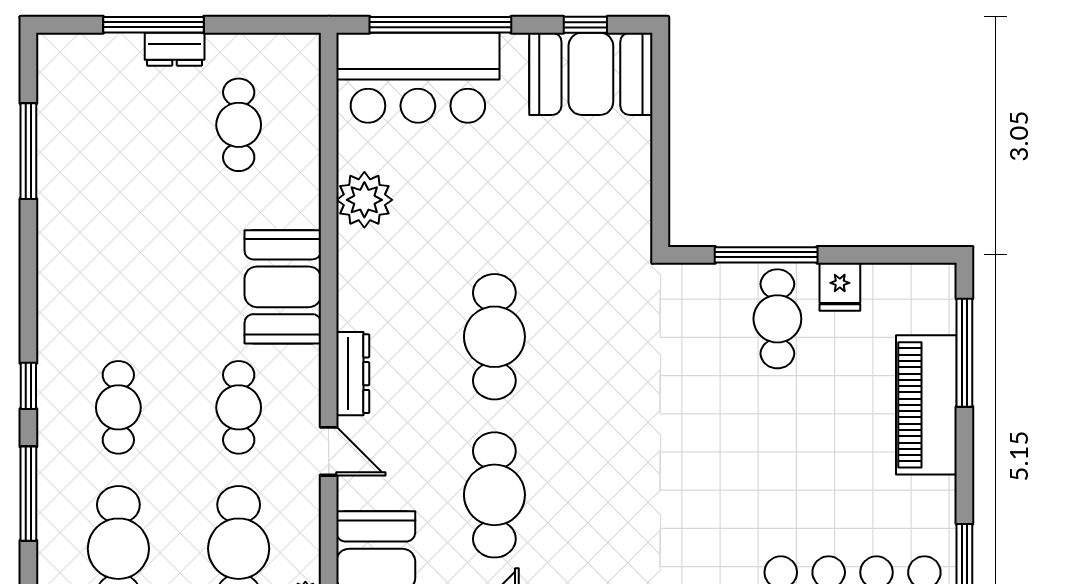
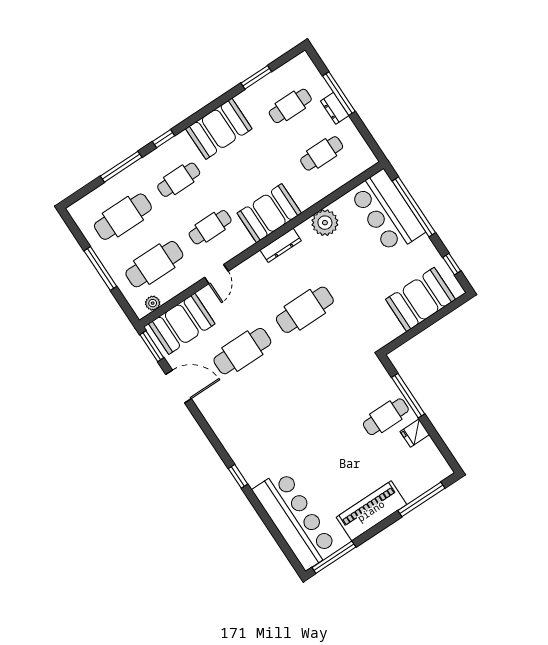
booth: (591, 74) -> (420, 299), moved, turned 90
cafe table: (118, 125) -> (290, 106), added
window: (28, 151) -> (256, 77), width x0.69
booth: (75, 277) -> (219, 129), added
dresser: (353, 374) -> (281, 245), moved
piano: (926, 405) -> (371, 511), moved

